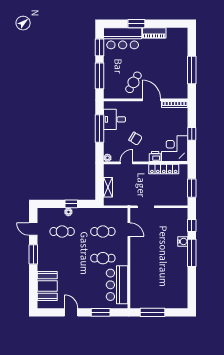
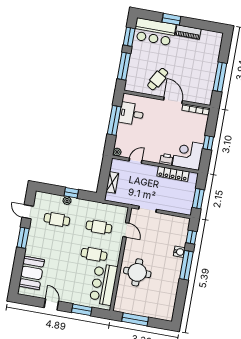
chair: (135, 139) -> (149, 137), removed
round table: (147, 268) -> (137, 272), added

